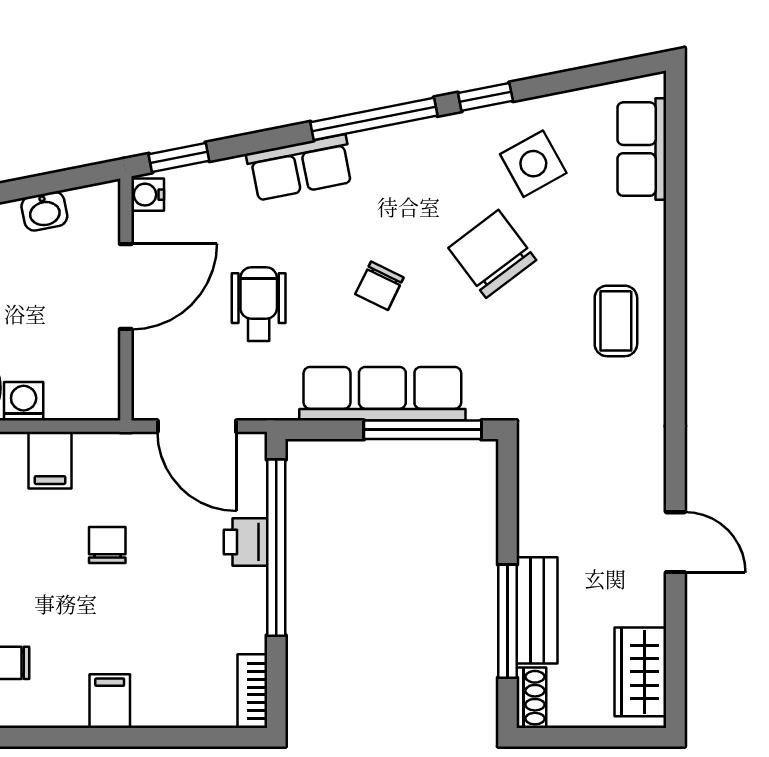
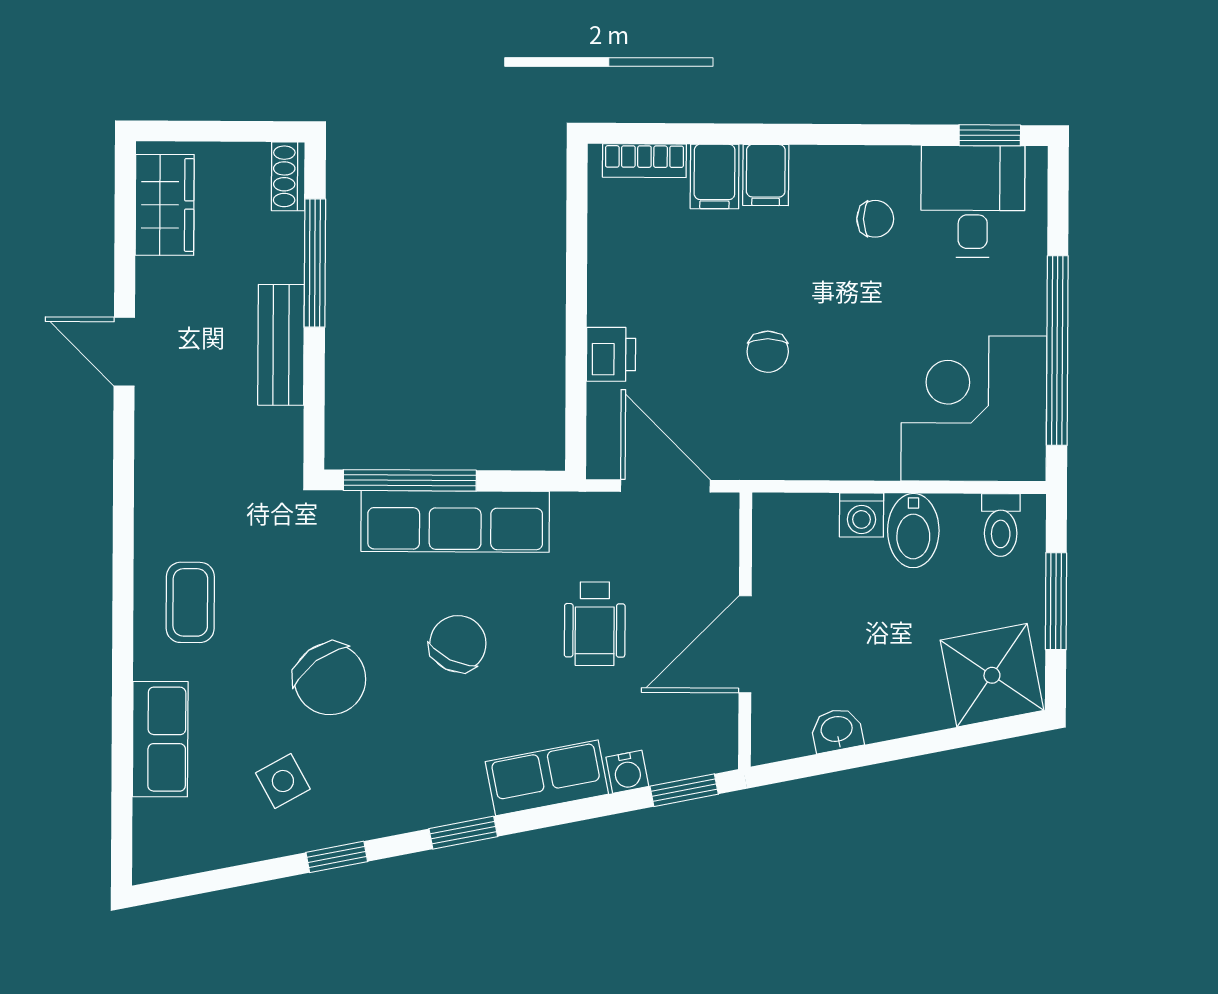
window: (374, 119) -> (463, 833), width x0.46
row of seats: (642, 149) -> (160, 739), moved
side table: (533, 164) -> (283, 781), width x0.73, depth x0.73
water cooler: (148, 195) -> (627, 772), moved, turned 79
chair: (379, 286) -> (458, 644), width x1.37, depth x1.37
filing cabinet: (50, 460) -> (715, 176), moved, turned 180
window: (276, 548) -> (576, 348), removed
bench: (537, 610) -> (281, 345), moved
bookcase: (252, 691) -> (644, 161), moved, turned 90

